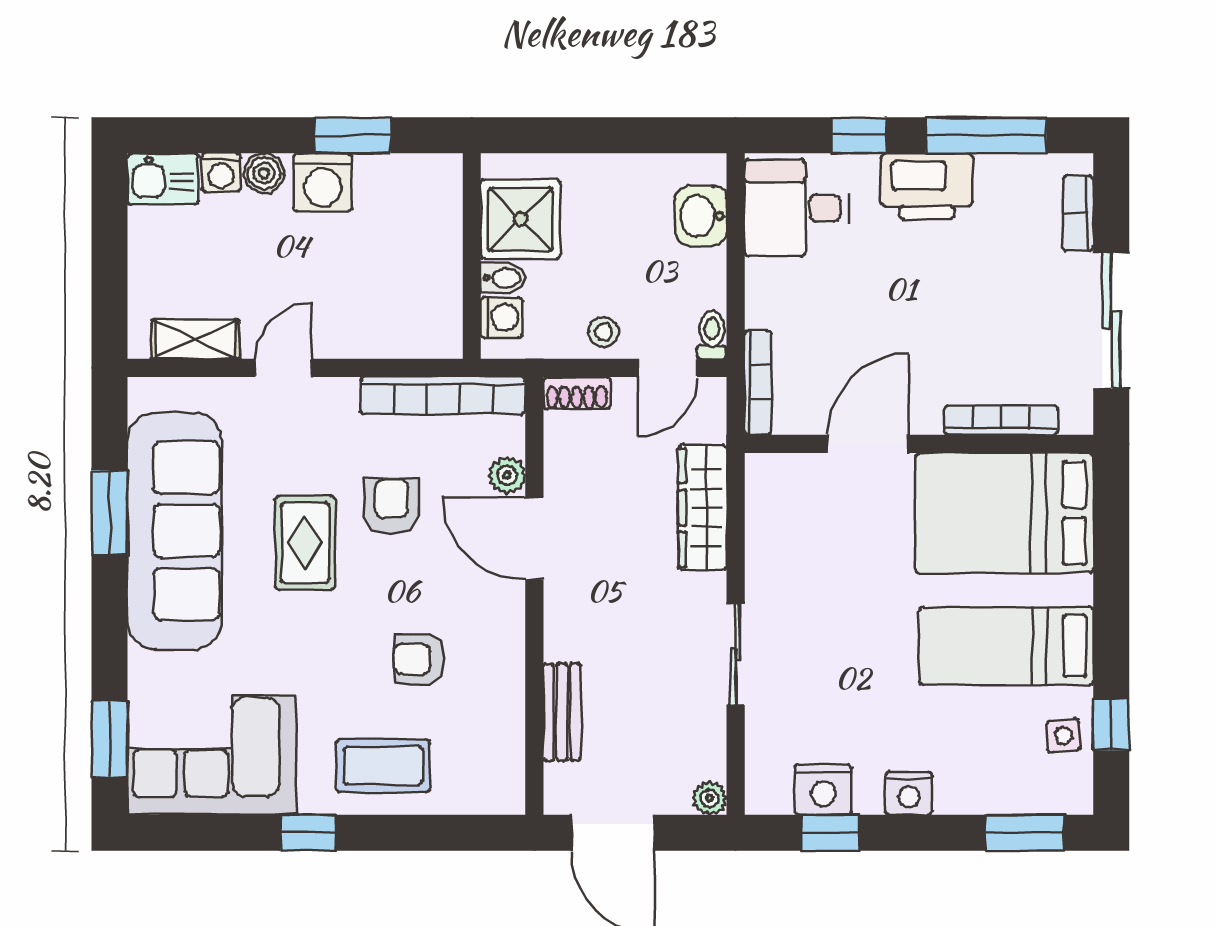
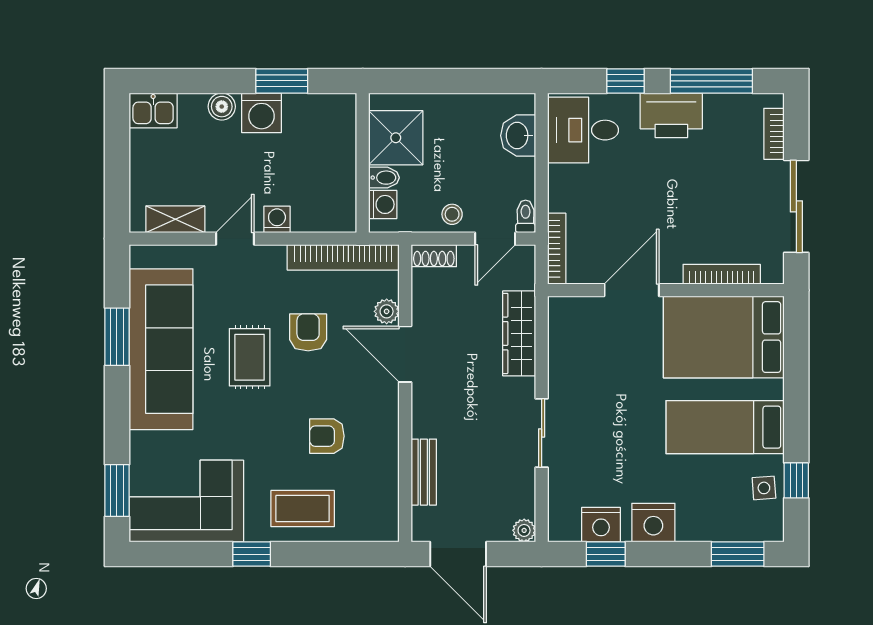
washing machine: (221, 173) -> (277, 219), moved, turned 180
nightstand: (909, 794) -> (653, 523), width x1.36, depth x1.33

